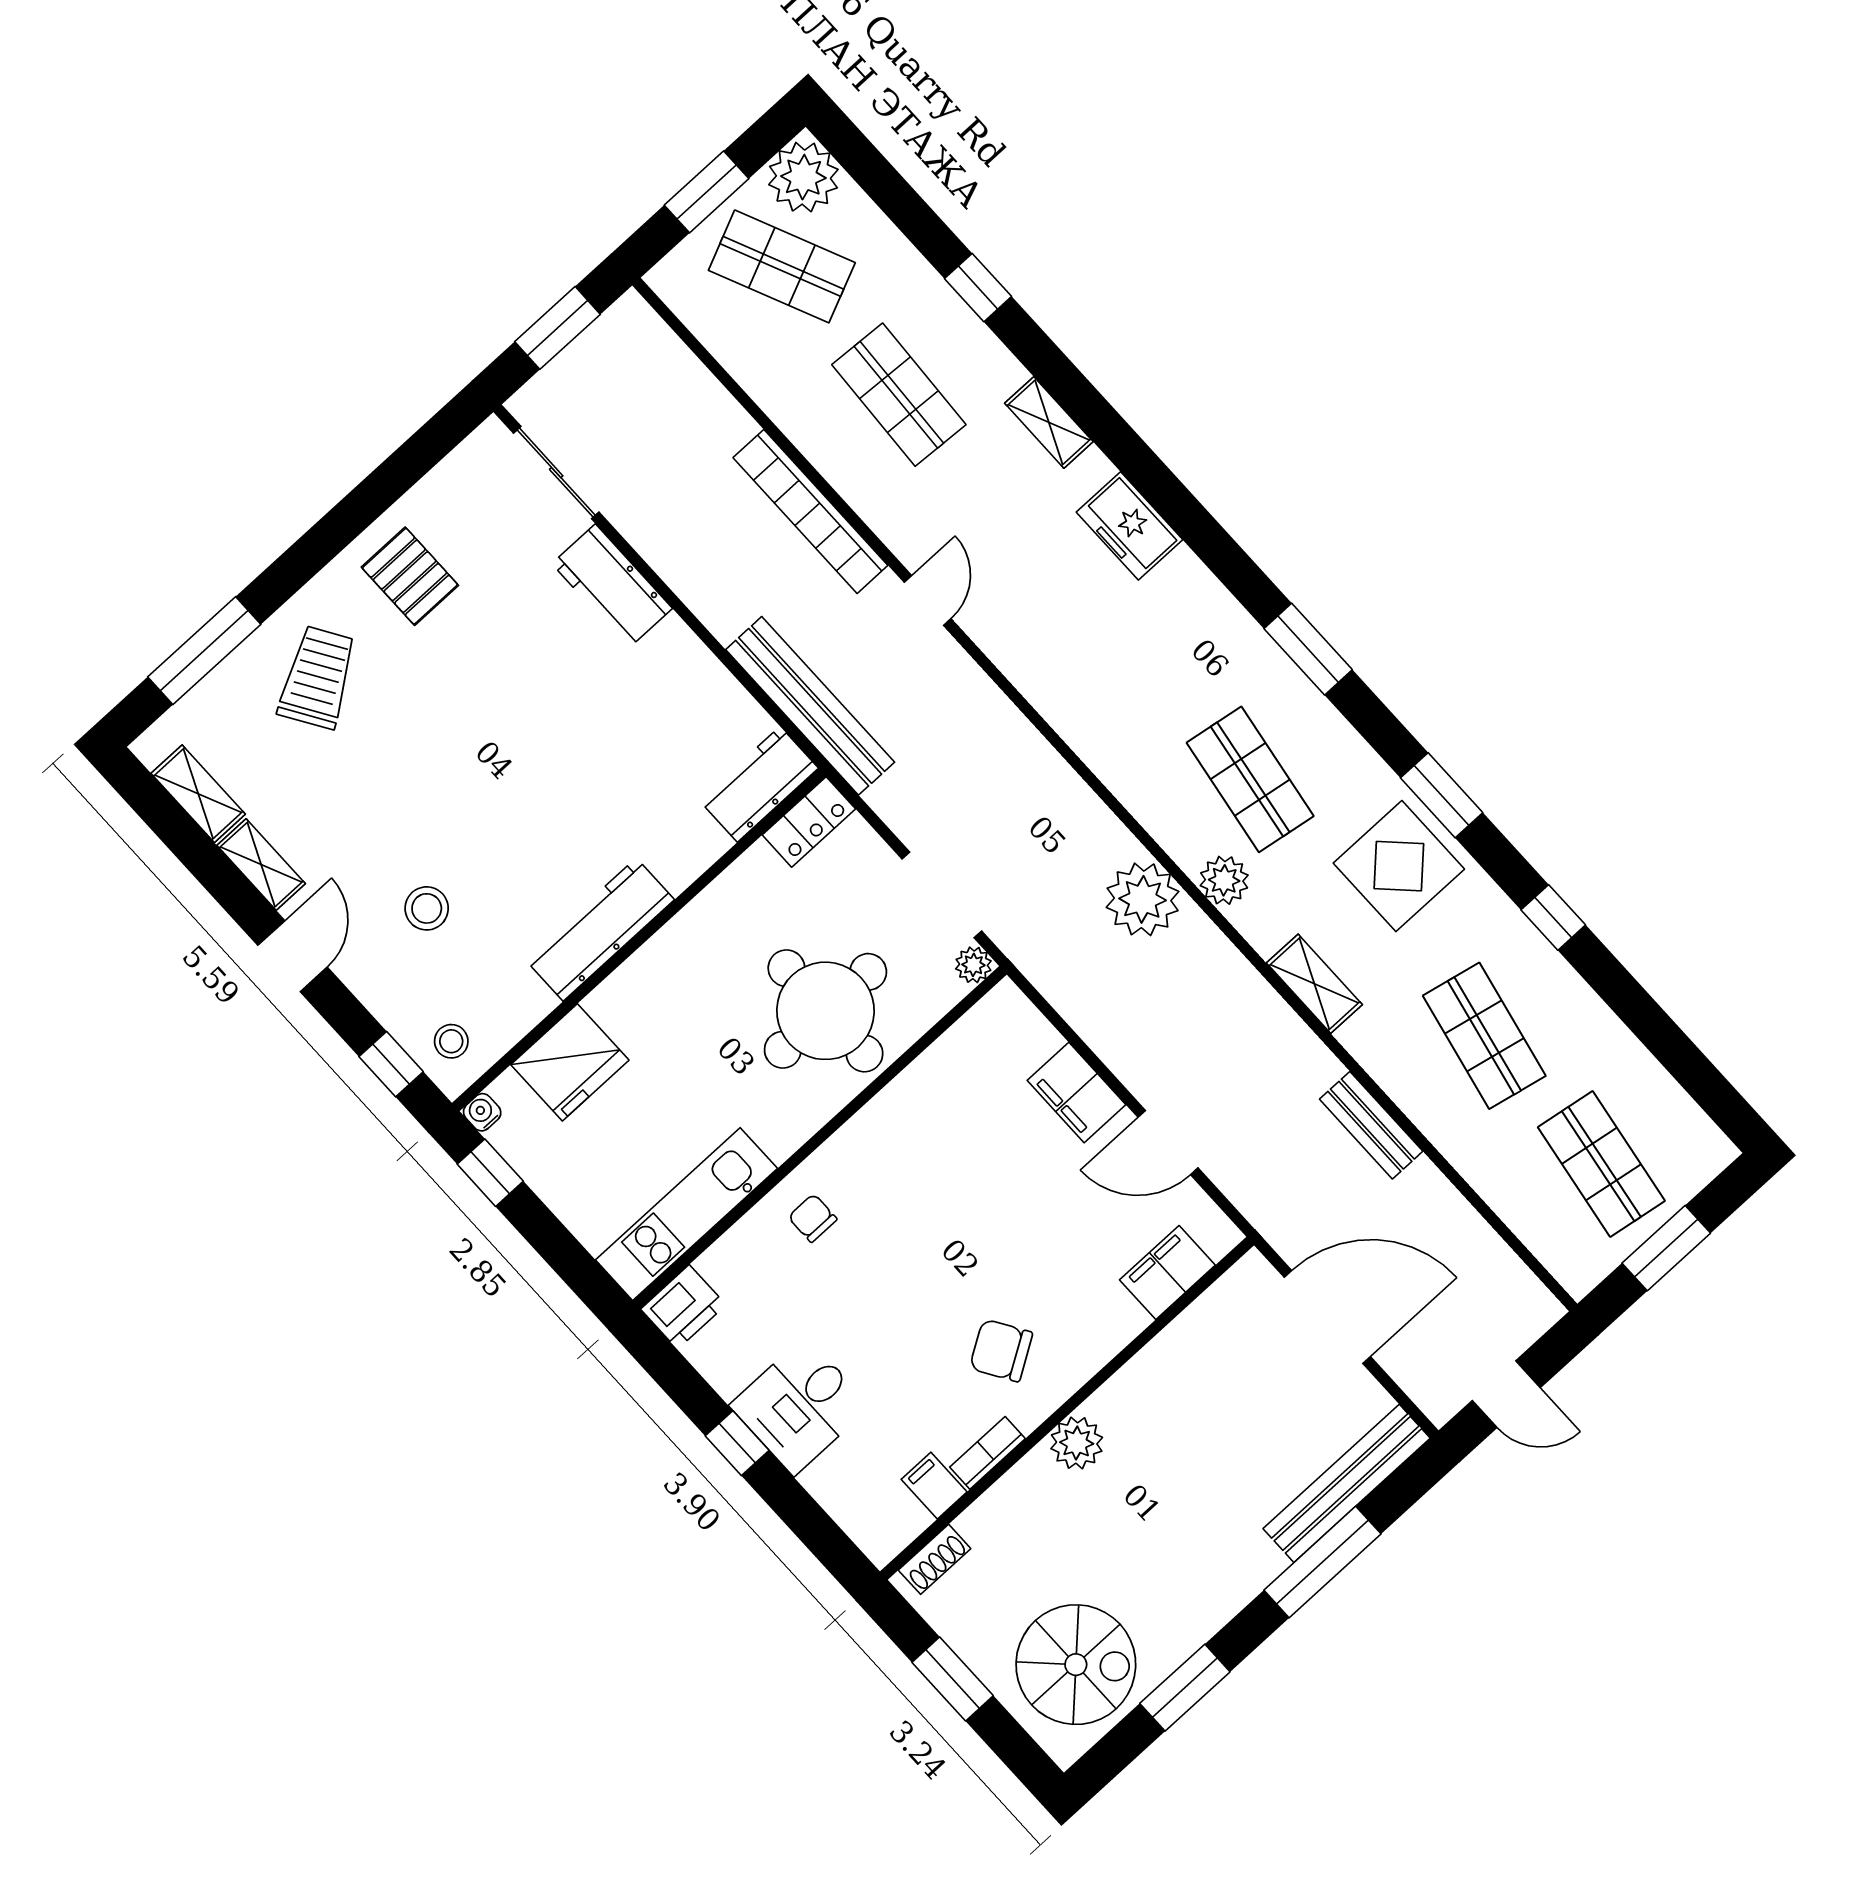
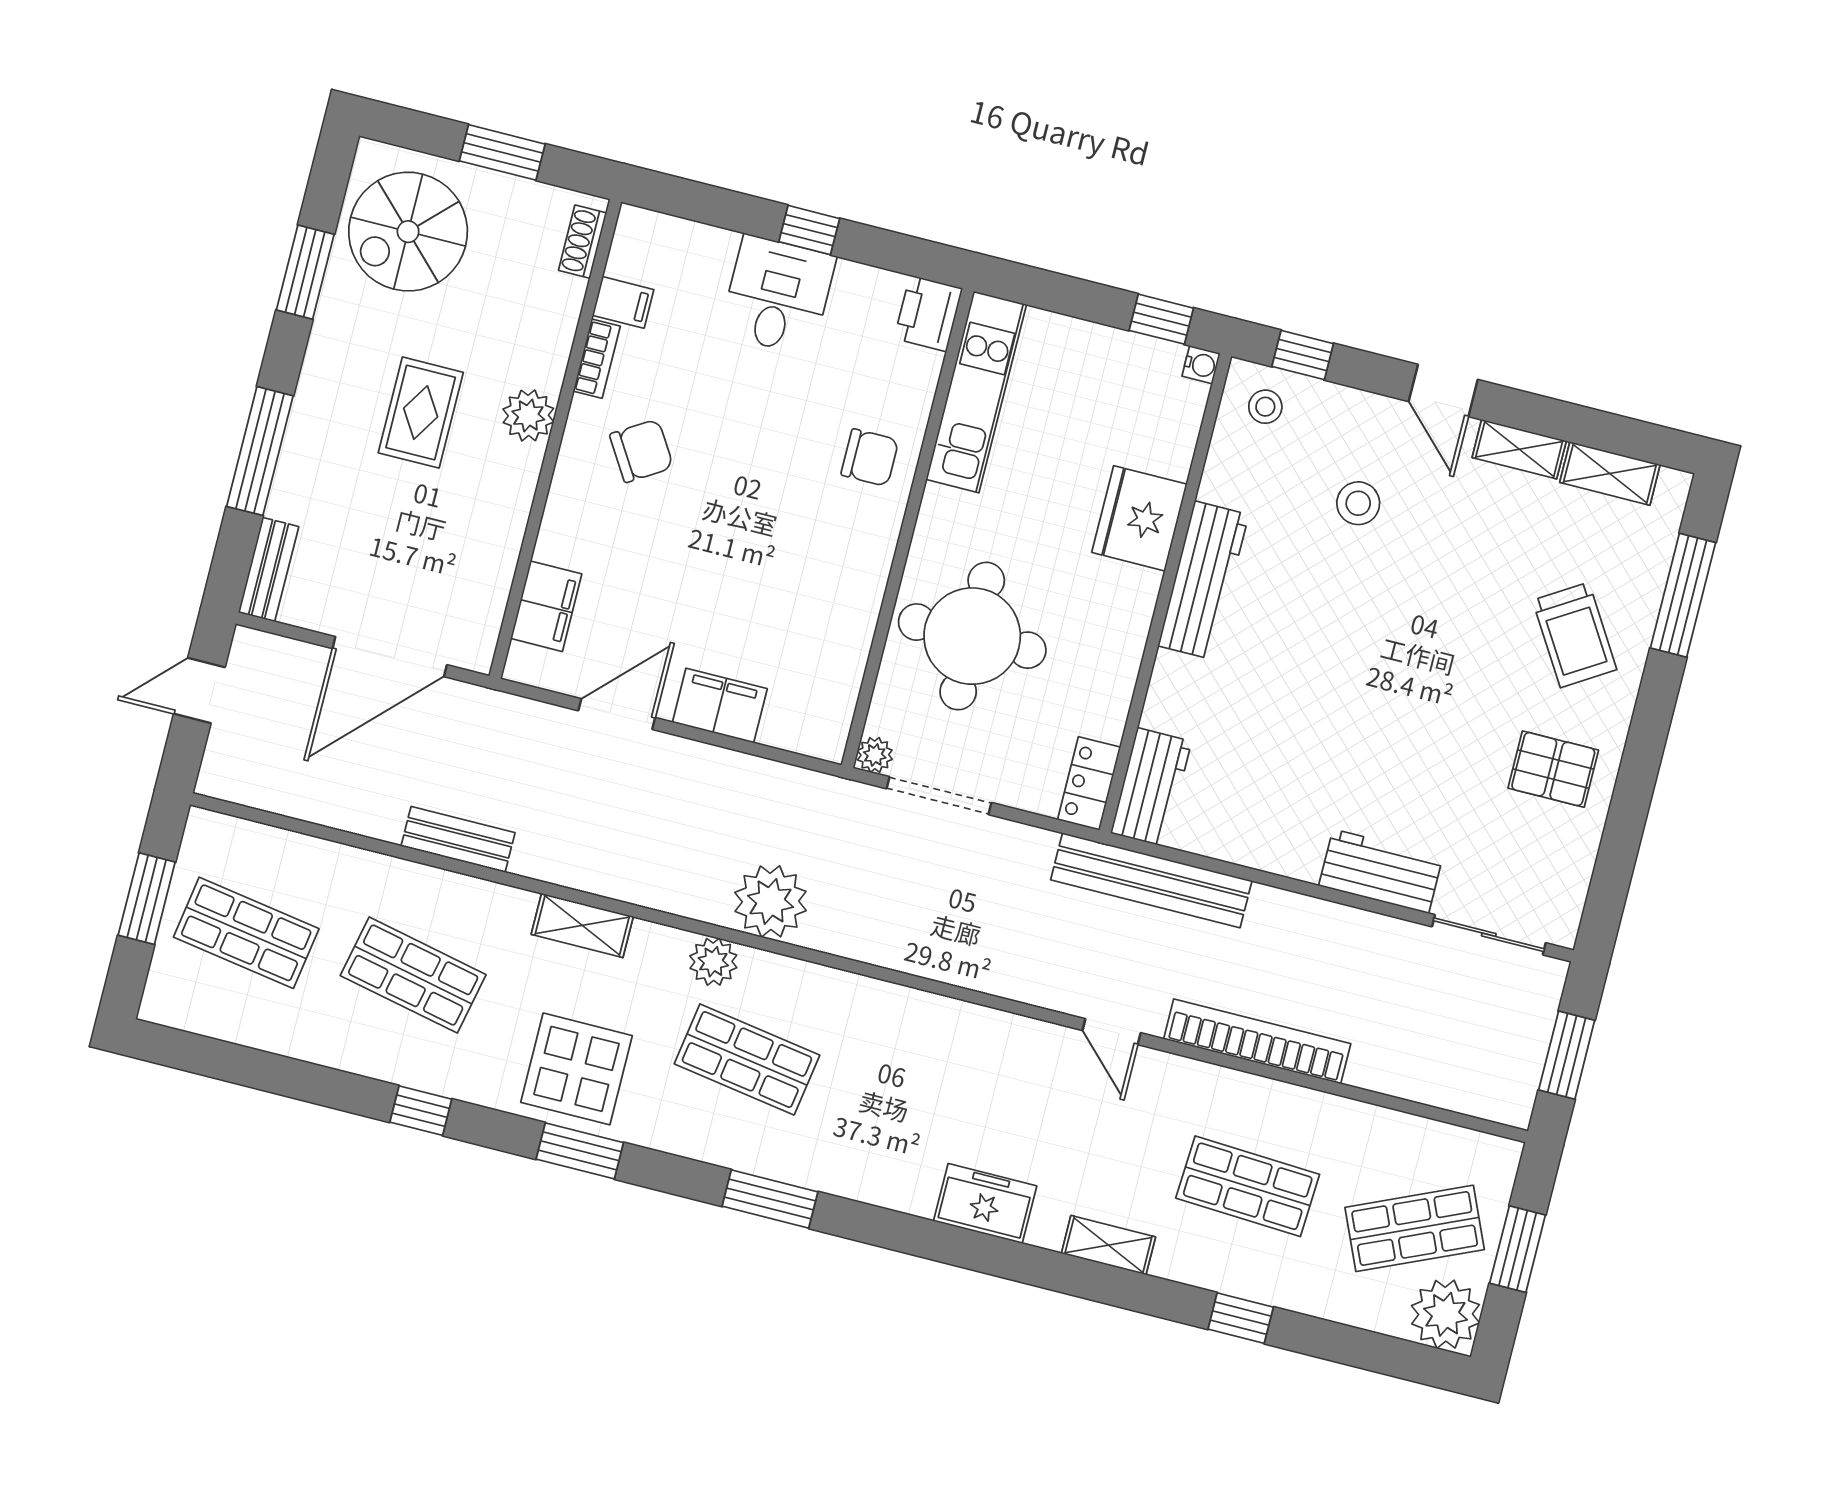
fridge: (570, 1062) -> (1139, 518), moved
chair: (813, 1218) -> (870, 458), width x1.37, depth x1.37
bench: (1347, 1483) -> (269, 570), width x0.54, depth x0.82
rug: (1166, 1505) -> (421, 413), added

